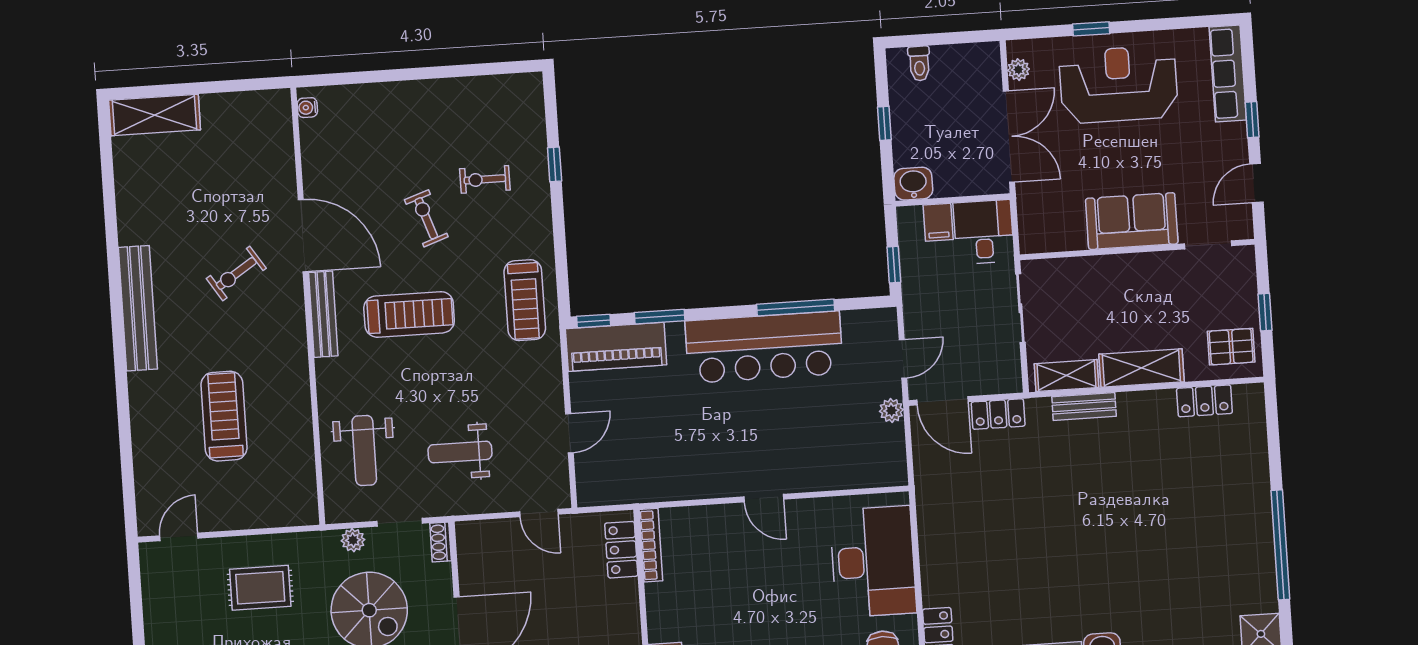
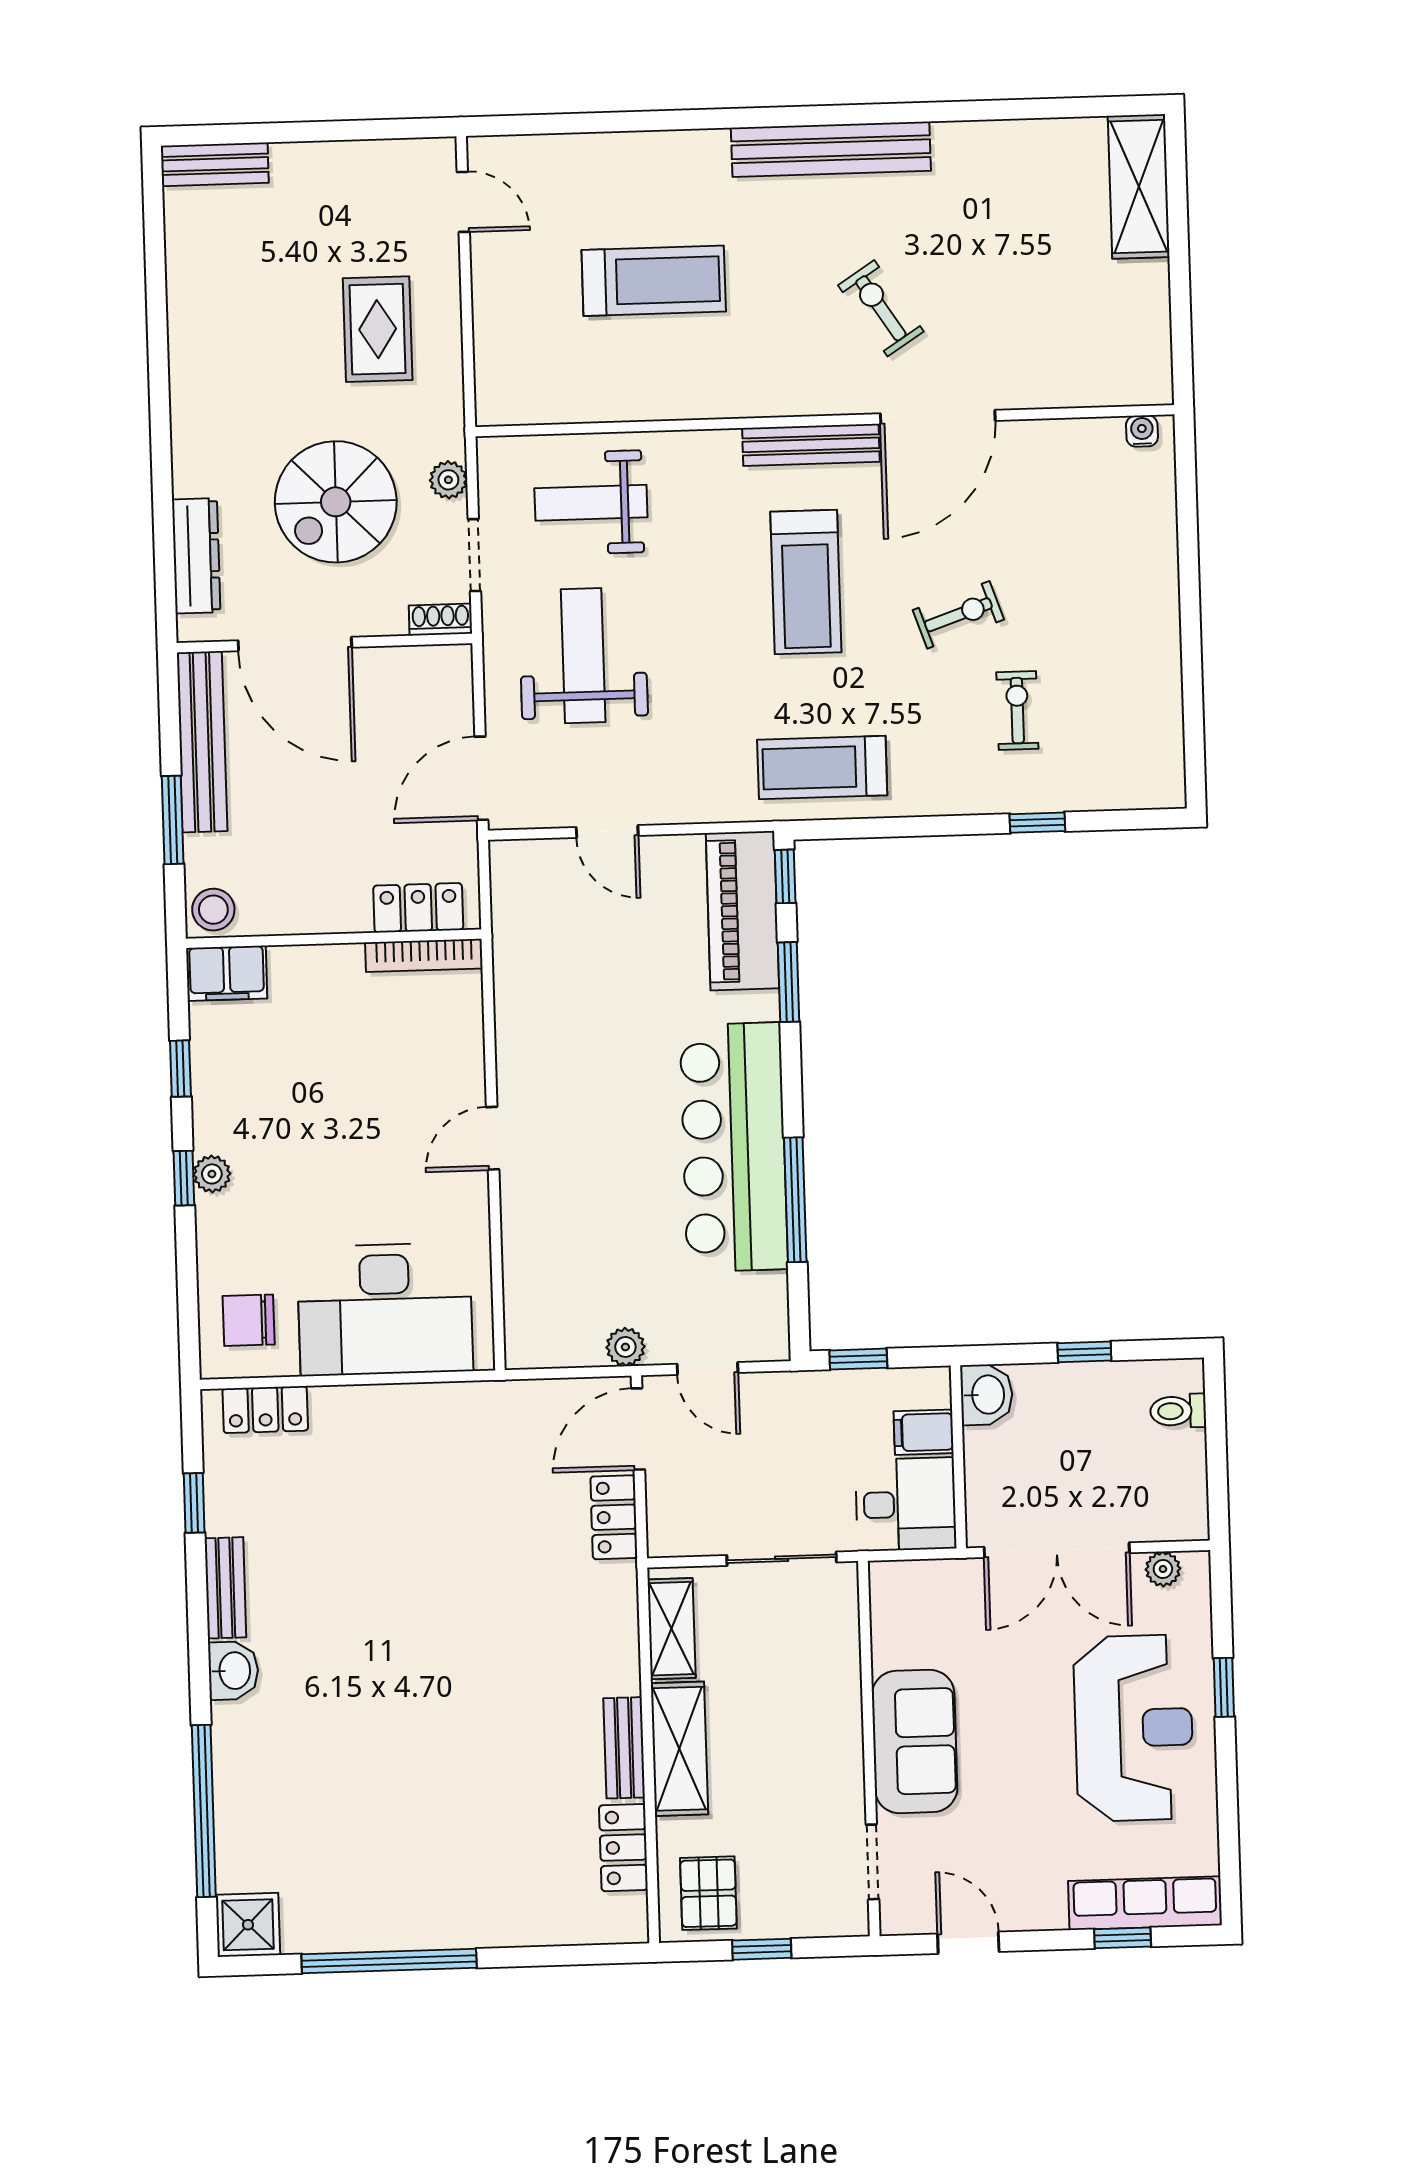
window: (1252, 120) -> (1123, 1938), moved
bench: (1084, 406) -> (624, 1748), moved
weight bench: (460, 452) -> (583, 656), width x1.36, depth x1.33
door: (539, 513) -> (481, 778), width x1.38

